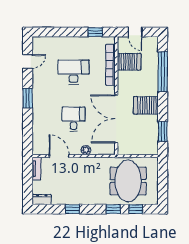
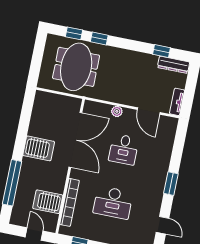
door: (28, 61) -> (163, 225), swing flipped
window: (163, 131) -> (26, 115), removed
dresser: (42, 199) -> (173, 65), width x1.44
window: (72, 209) -> (162, 51), moved

